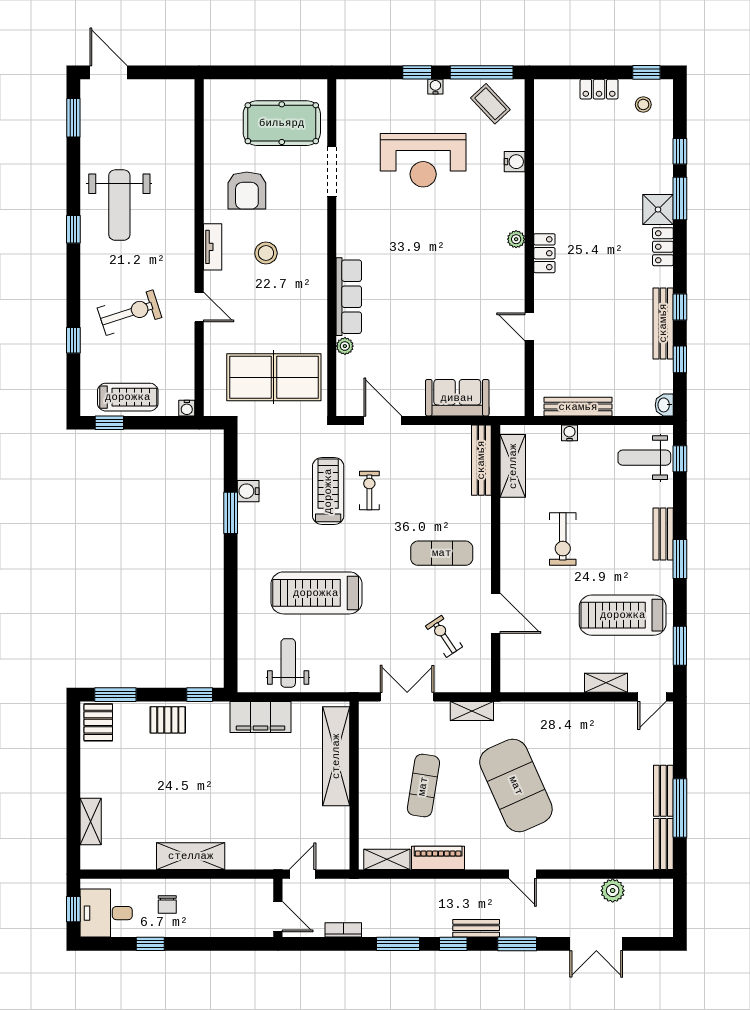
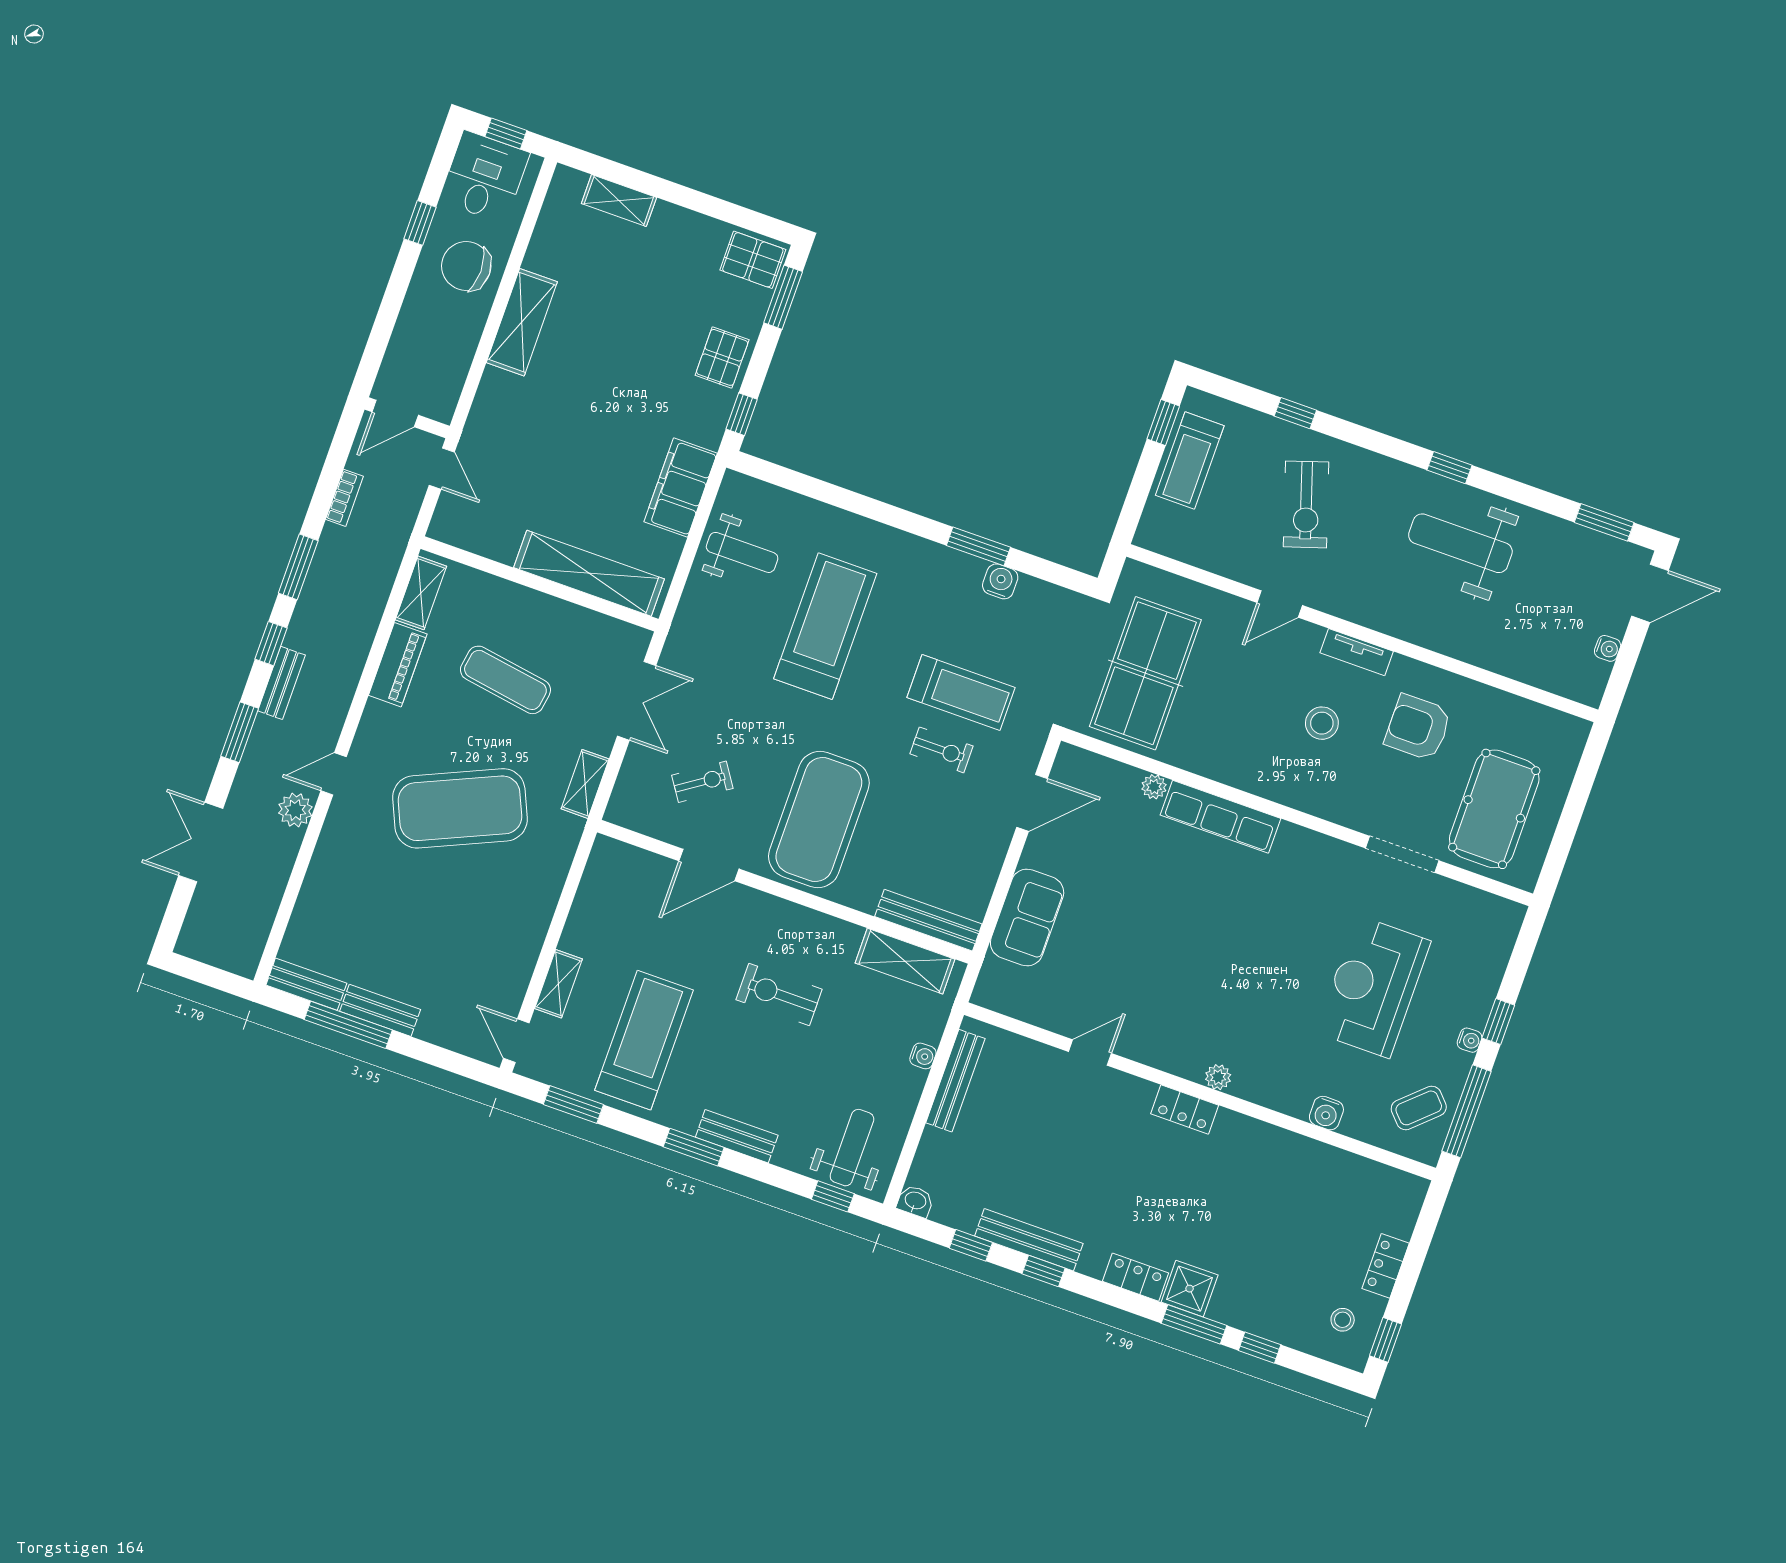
water cooler: (187, 408) -> (1608, 648), moved, turned 180
exercise mat: (442, 553) -> (819, 820), width x2.00, depth x1.45
plant: (613, 891) -> (295, 810), moved
chair: (167, 904) -> (466, 266), width x1.87, depth x1.87

